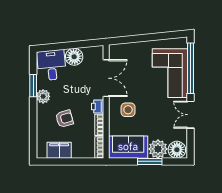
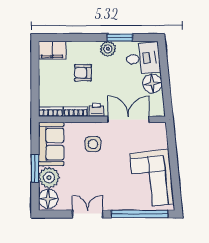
corner sofa: (170, 73) -> (152, 178), moved, turned -96
double door: (106, 78) -> (128, 119), swing flipped
armchair: (64, 119) -> (83, 73), turned 106
filing cabinet: (59, 150) -> (52, 50), moved, turned 90

